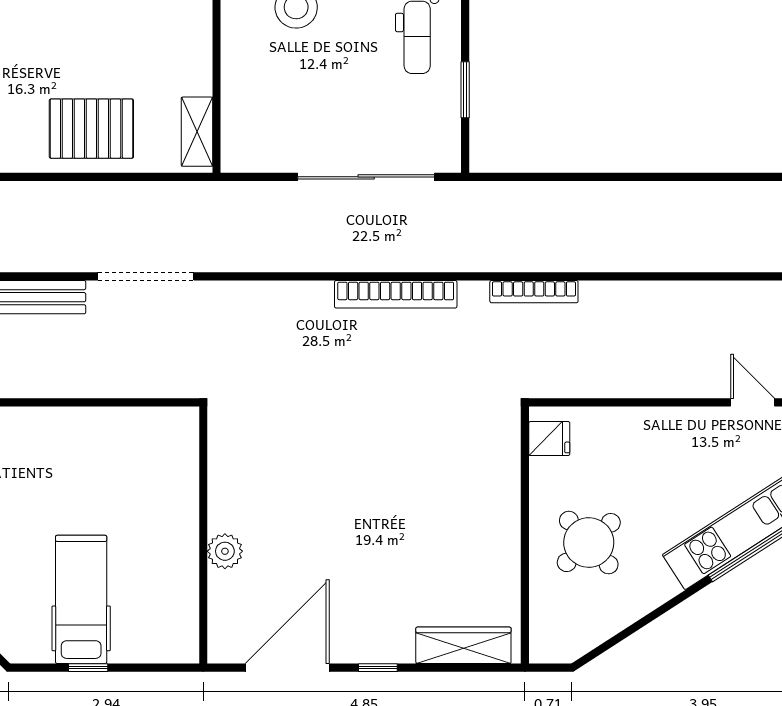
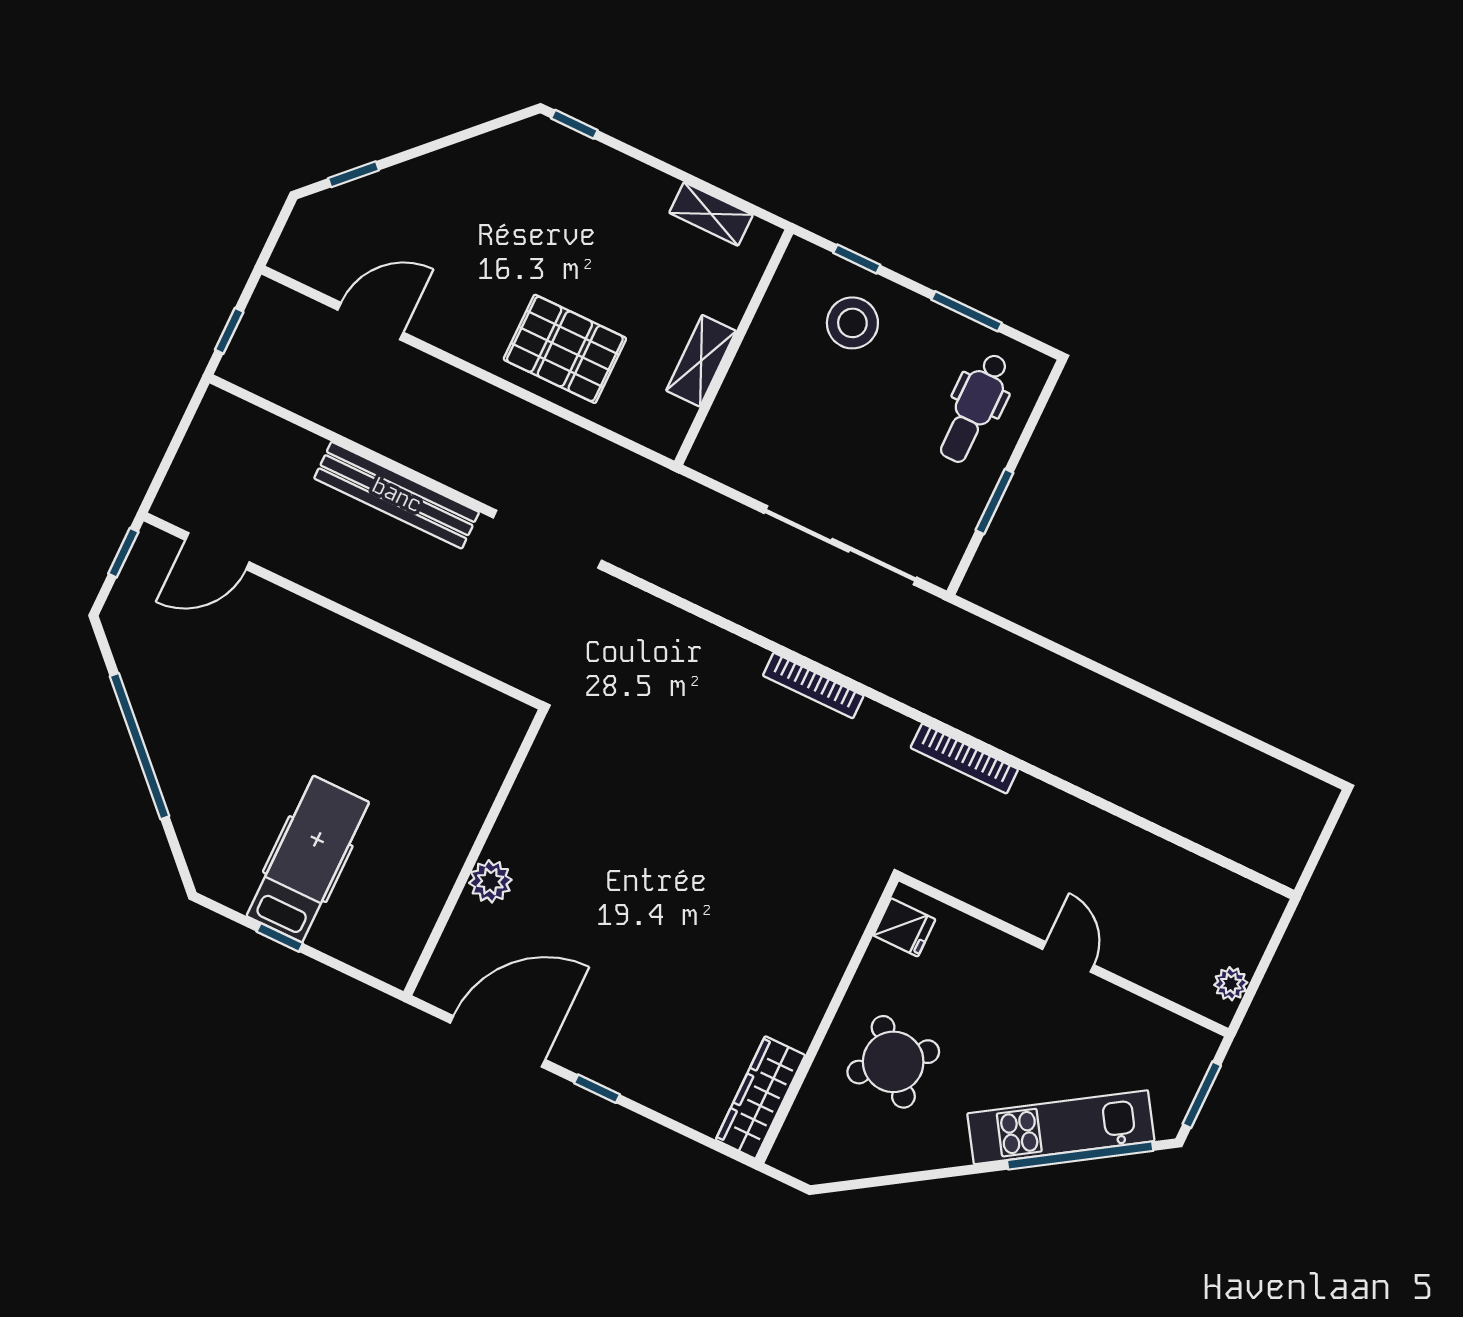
shelving: (197, 132) -> (701, 361), moved
bookcase: (396, 294) -> (813, 686), width x0.68, depth x0.76
door: (753, 402) -> (1068, 957), moved
wardrobe: (463, 645) -> (760, 1097), moved, turned -90

